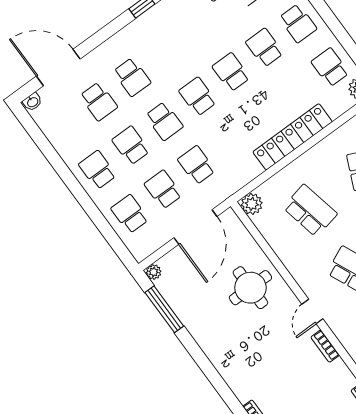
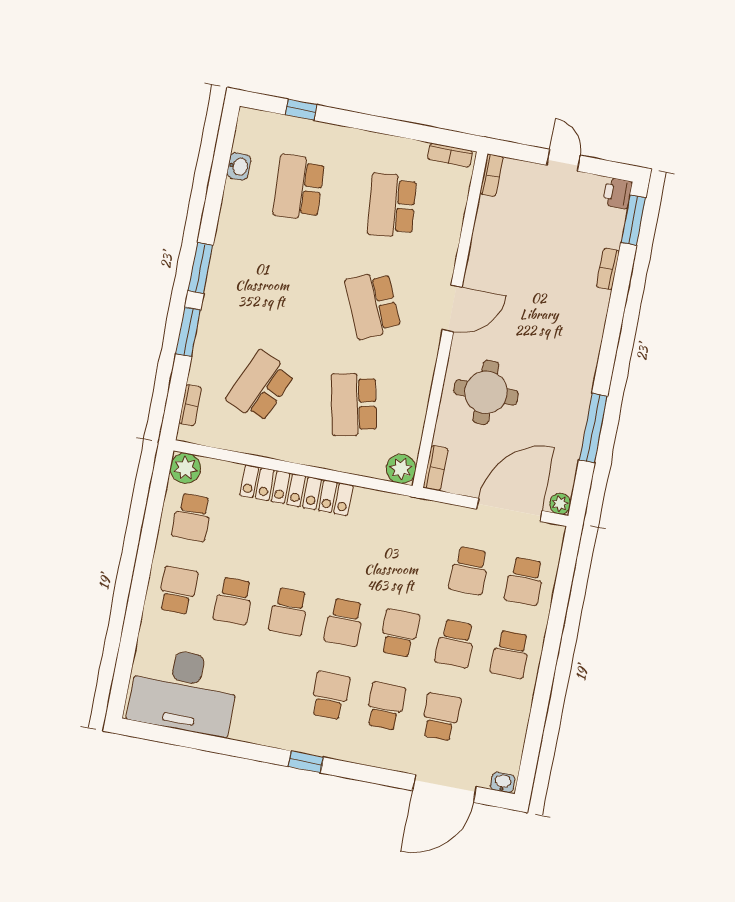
door: (58, 68) -> (444, 789), hinge flipped
school desk: (197, 165) -> (330, 695), moved, turned 180
door: (195, 227) -> (509, 510), moved
window: (164, 309) -> (593, 428), moved
door: (312, 311) -> (452, 308), width x1.38
bookcase: (325, 346) -> (436, 468), moved

